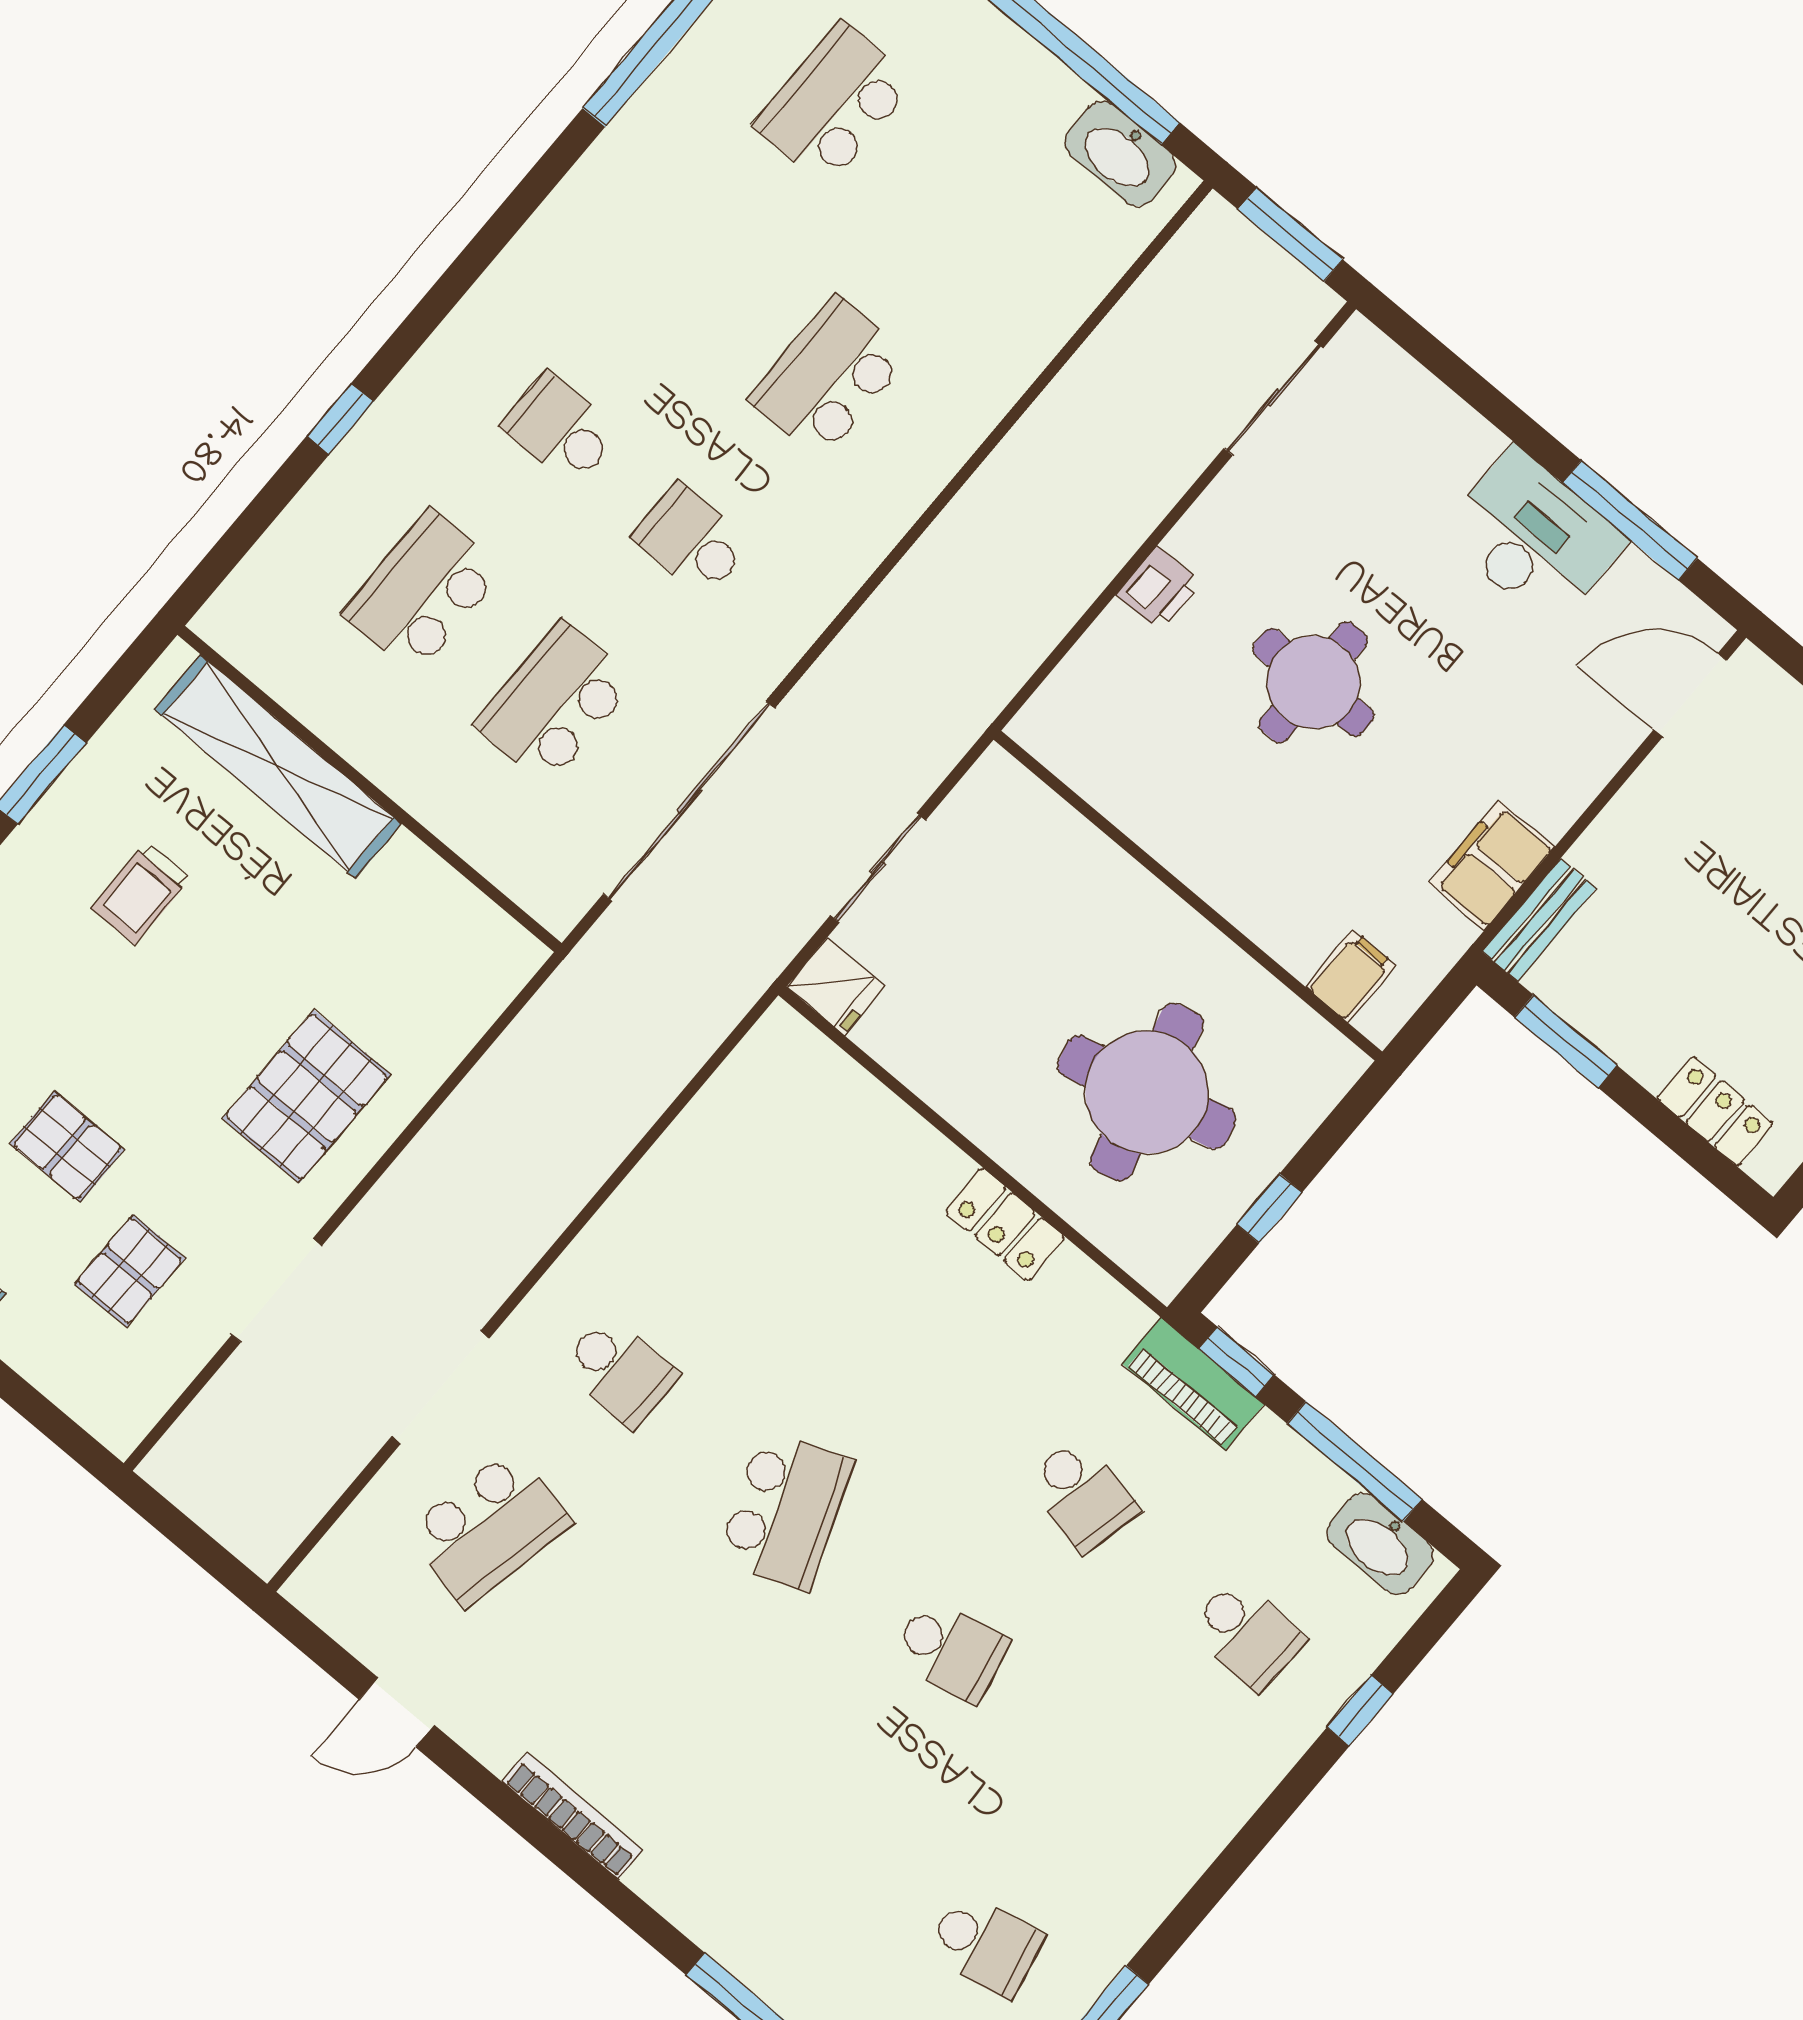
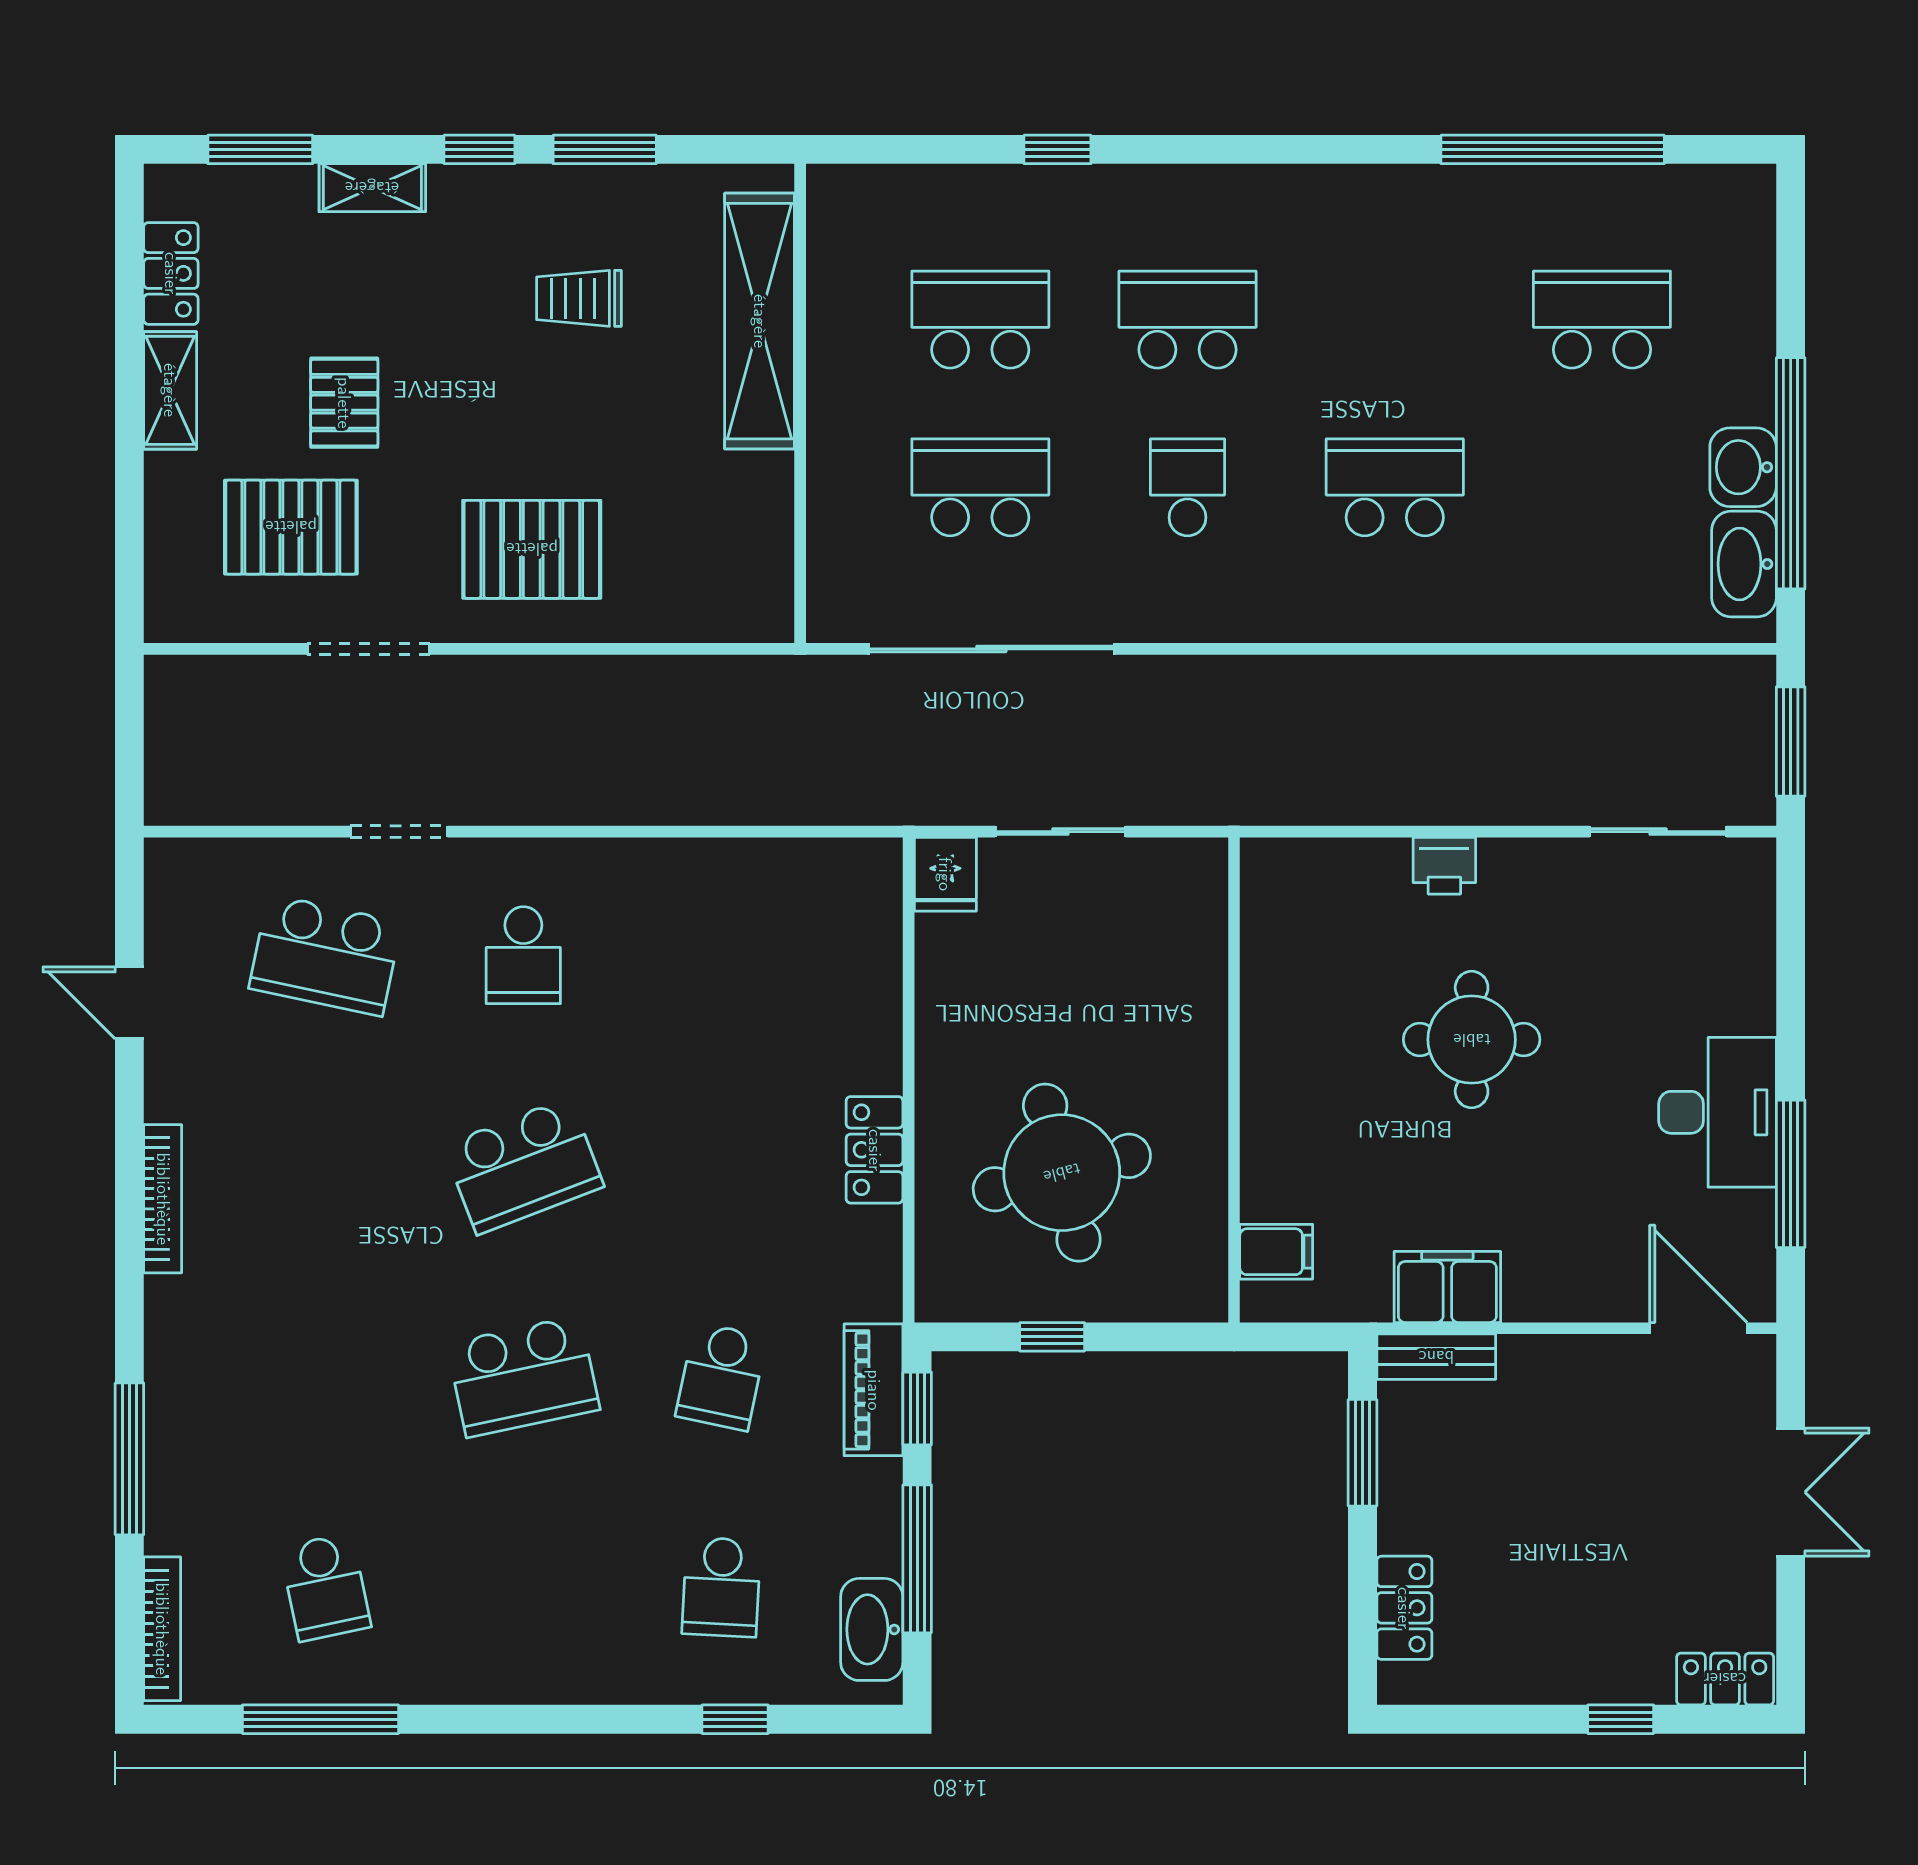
washbasin: (1043, 90) -> (1743, 467), added
school desk: (560, 429) -> (1188, 320), width x1.85
pallet: (130, 1271) -> (291, 527), width x1.50, depth x1.42
doorway: (440, 1387) -> (399, 832), width x0.73
school desk: (951, 1650) -> (523, 1376), width x1.85

